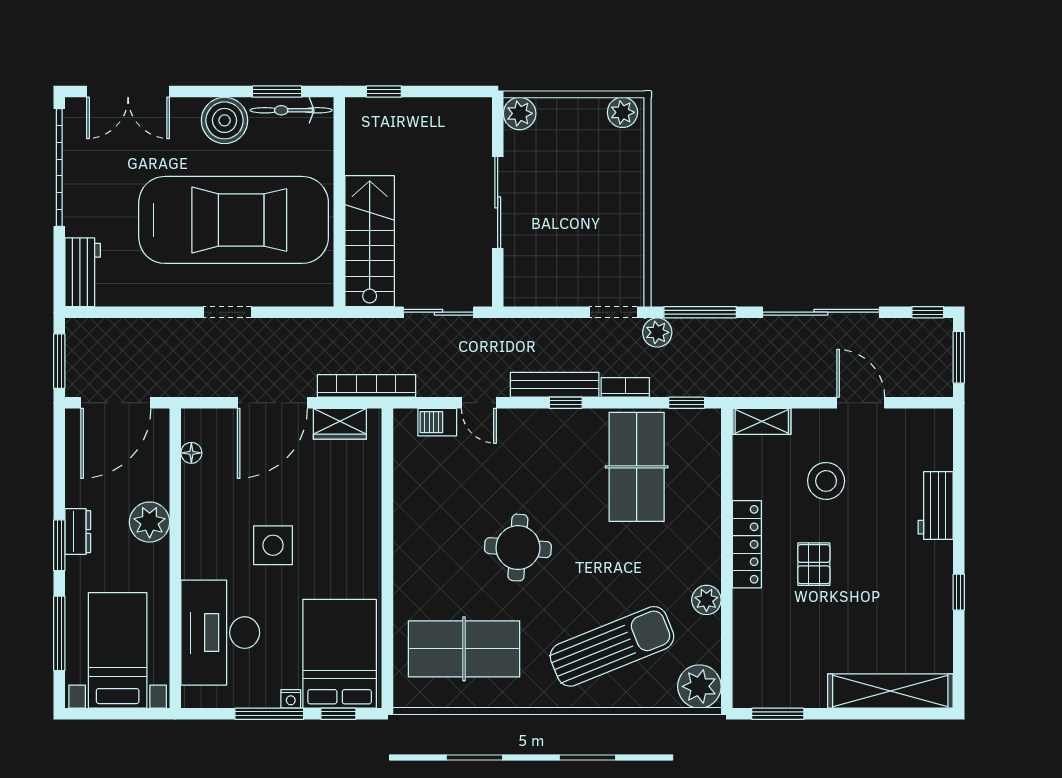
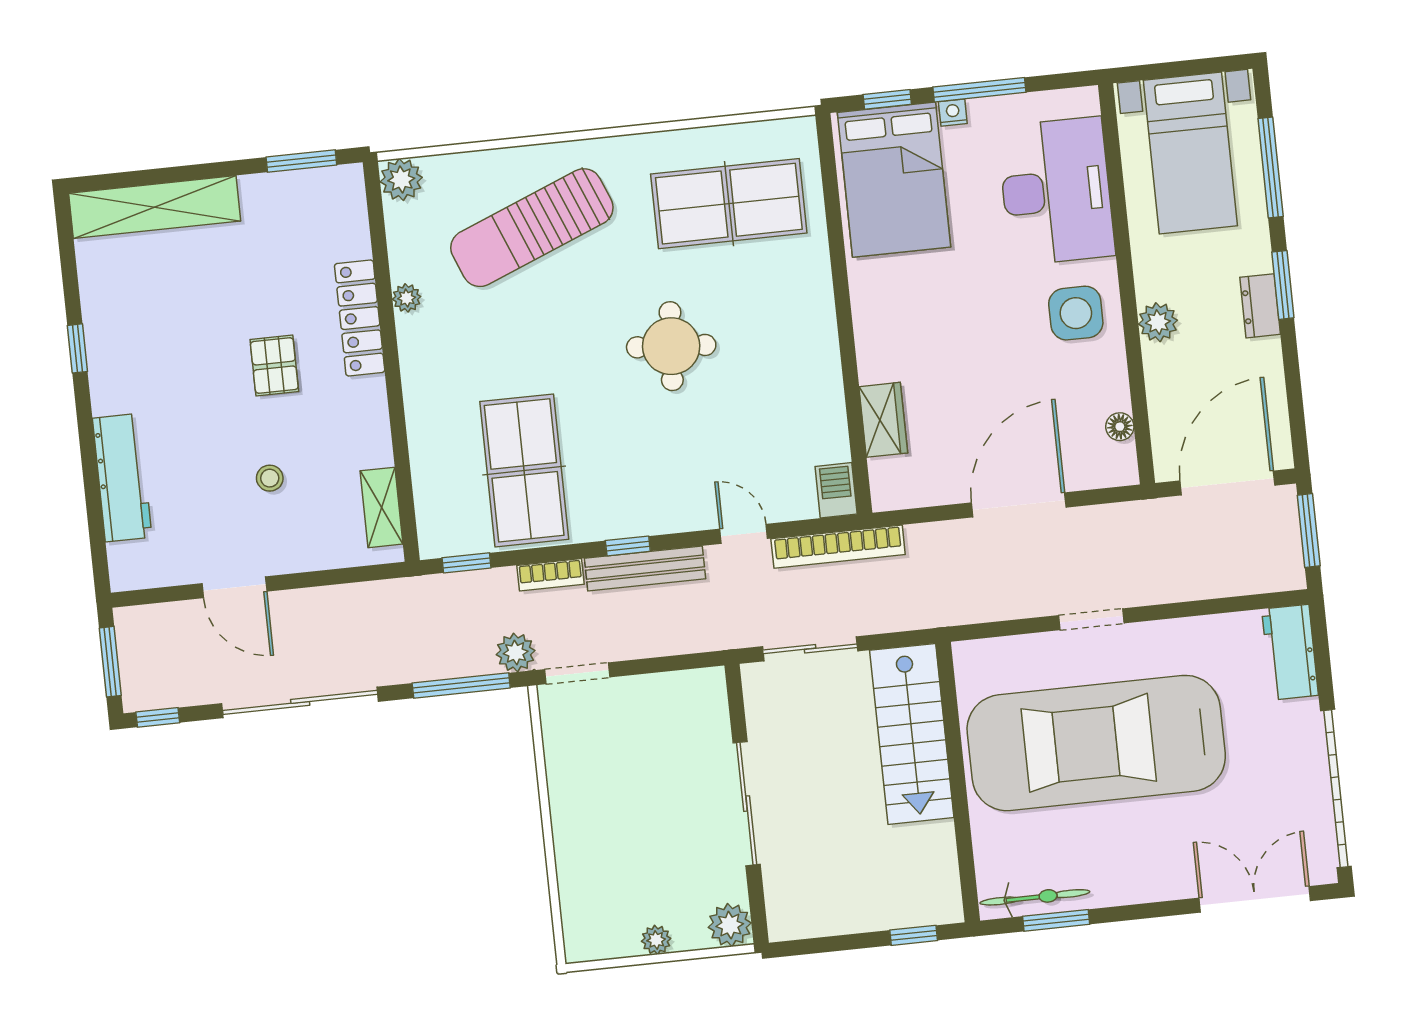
plant: (622, 112) -> (656, 940), moved, width x0.73, depth x0.73
boiler: (225, 120) -> (1122, 875), removed
bookcase: (366, 386) -> (838, 547), moved
shelving: (762, 421) -> (381, 507), moved, turned 90
barbecue: (437, 422) -> (836, 490), moved, turned -90
wardrobe: (340, 424) -> (883, 420), moved, turned 90
stool: (826, 481) -> (270, 478), width x0.53, depth x0.53
workbench: (936, 506) -> (122, 478), width x1.38
plant: (150, 522) -> (1158, 322), width x0.73, depth x0.73
locker: (747, 544) -> (360, 318), moved
side table: (273, 545) -> (1076, 313), moved
plant: (706, 600) -> (407, 298), width x0.73, depth x0.73
plant: (699, 686) -> (401, 180), width x0.73, depth x0.73

